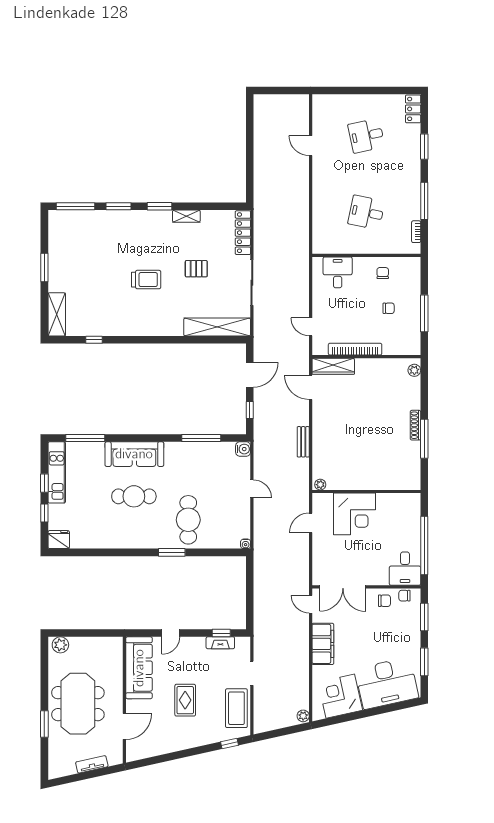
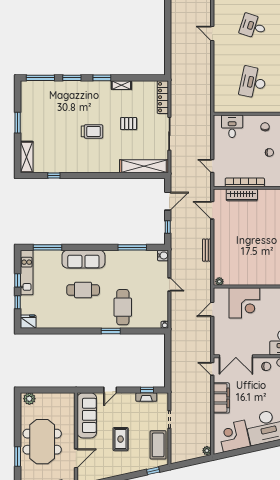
desk: (366, 136) -> (253, 26), turned 30
desk: (366, 212) -> (253, 82), width x1.37
wardrobe: (333, 366) -> (242, 195), moved

